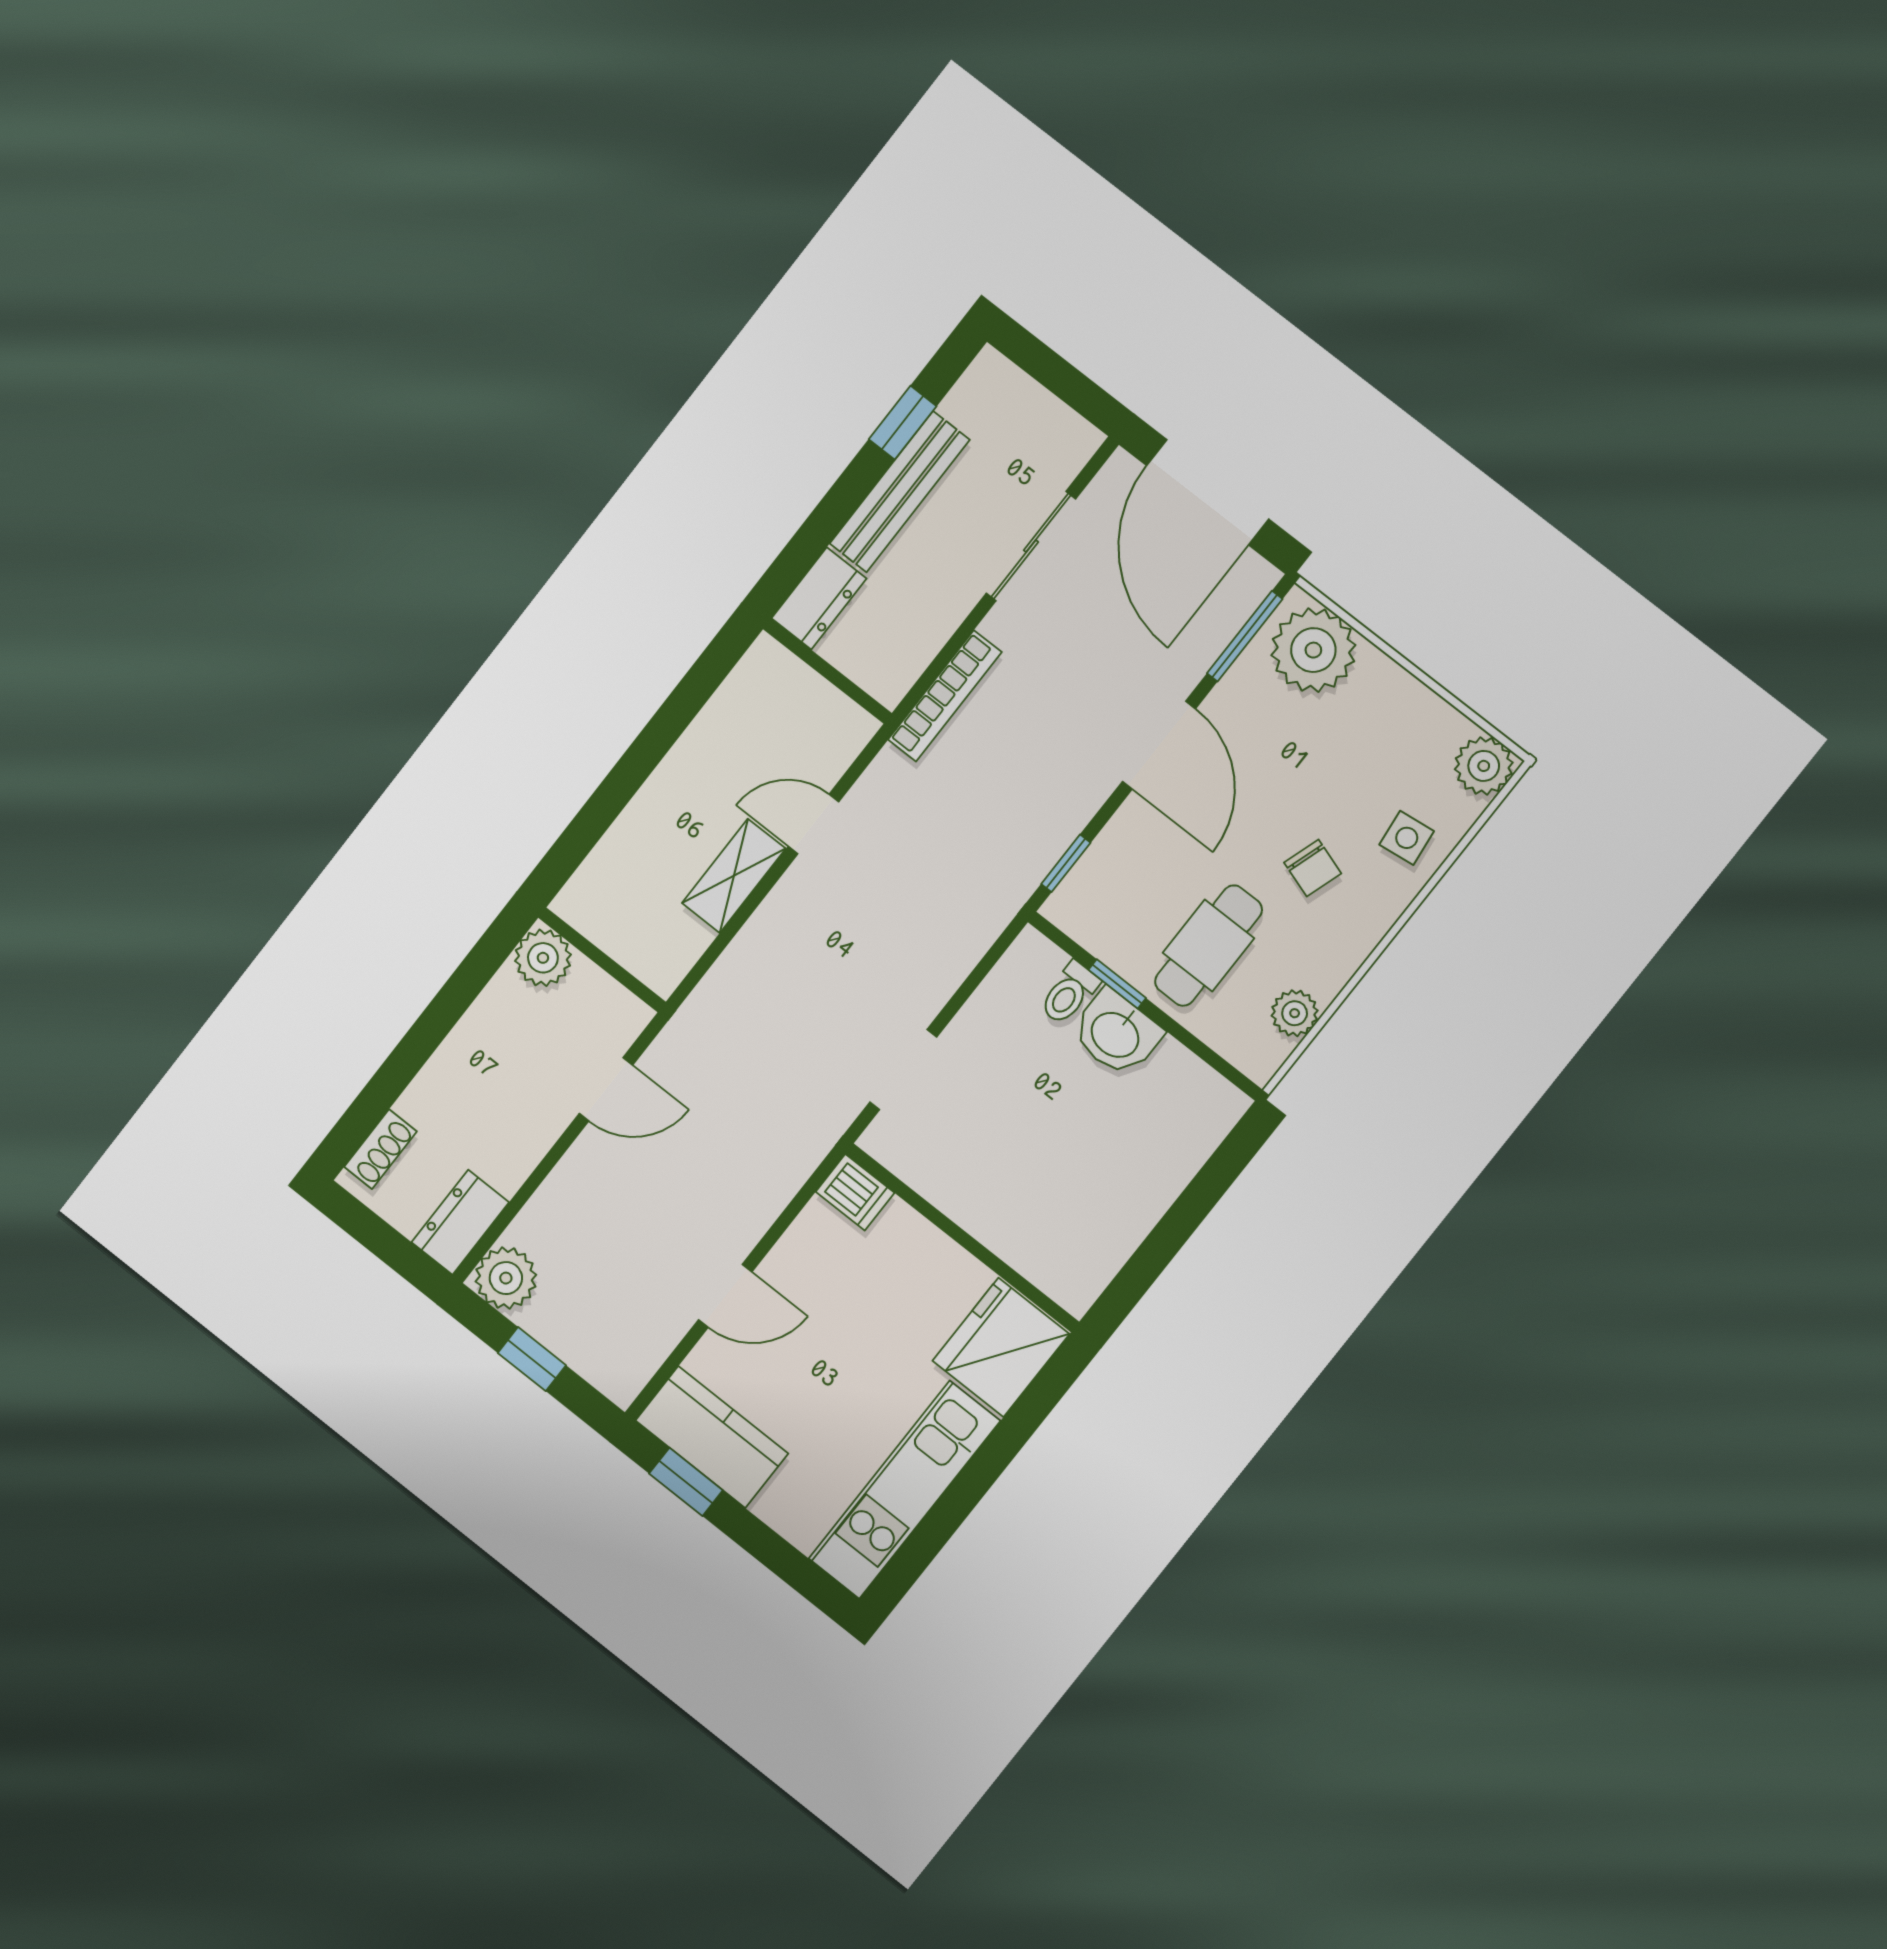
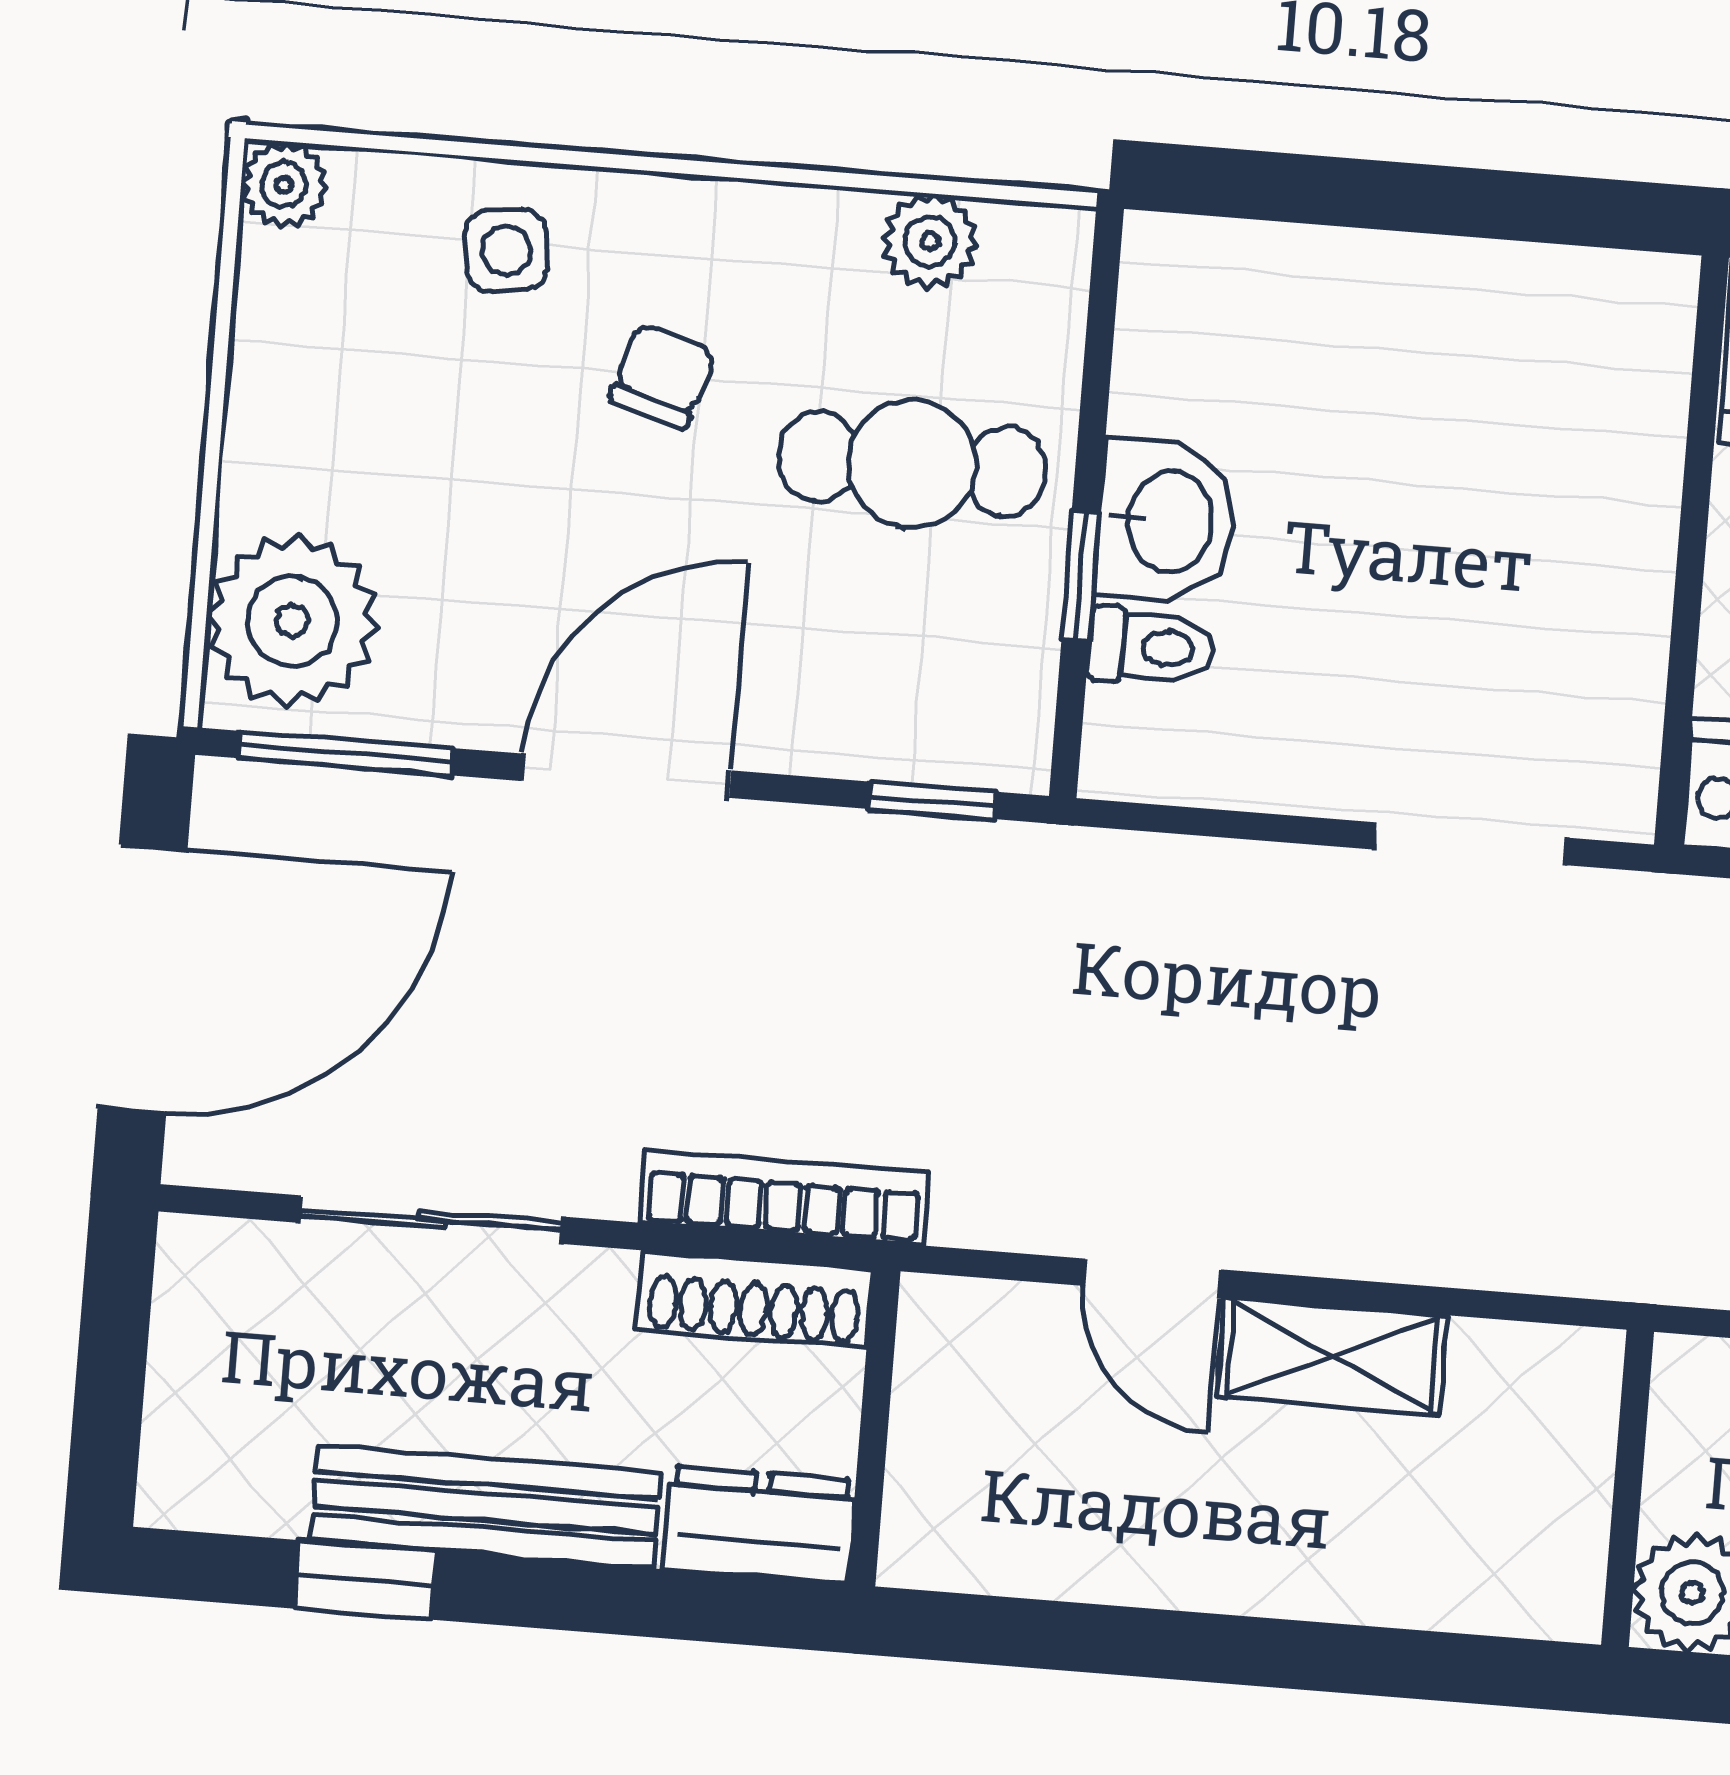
shoe rack: (912, 657) -> (755, 1299), added
plant: (1484, 766) -> (284, 185), width x0.73, depth x0.73

